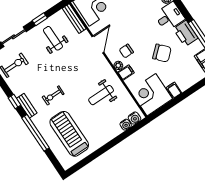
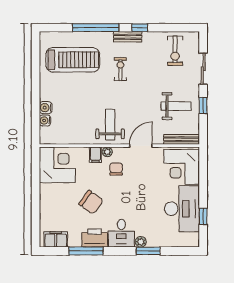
door: (98, 44) -> (141, 146), swing flipped
chair: (162, 53) -> (91, 202), turned -102
filing cabinet: (174, 90) -> (47, 190), removed
weight bench: (101, 95) -> (110, 125), moved
water cooler: (134, 118) -> (46, 108), moved

